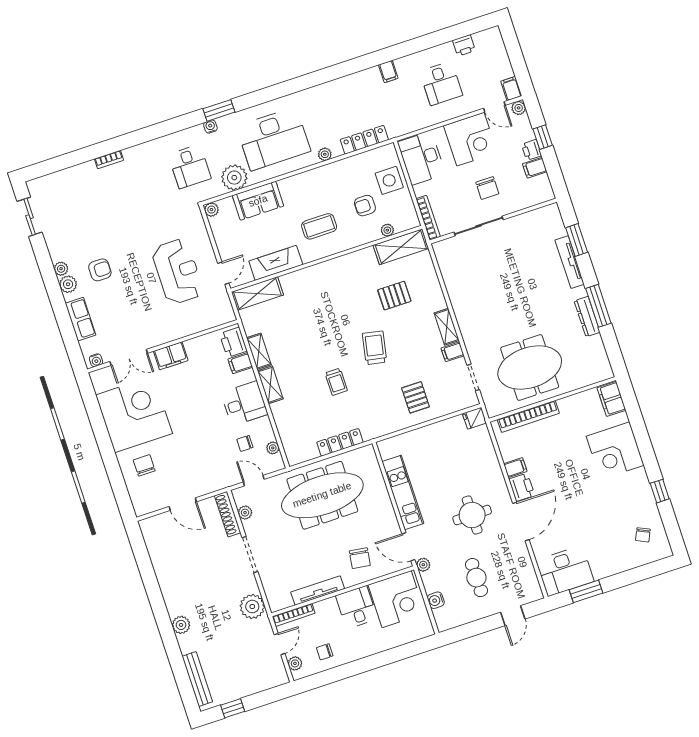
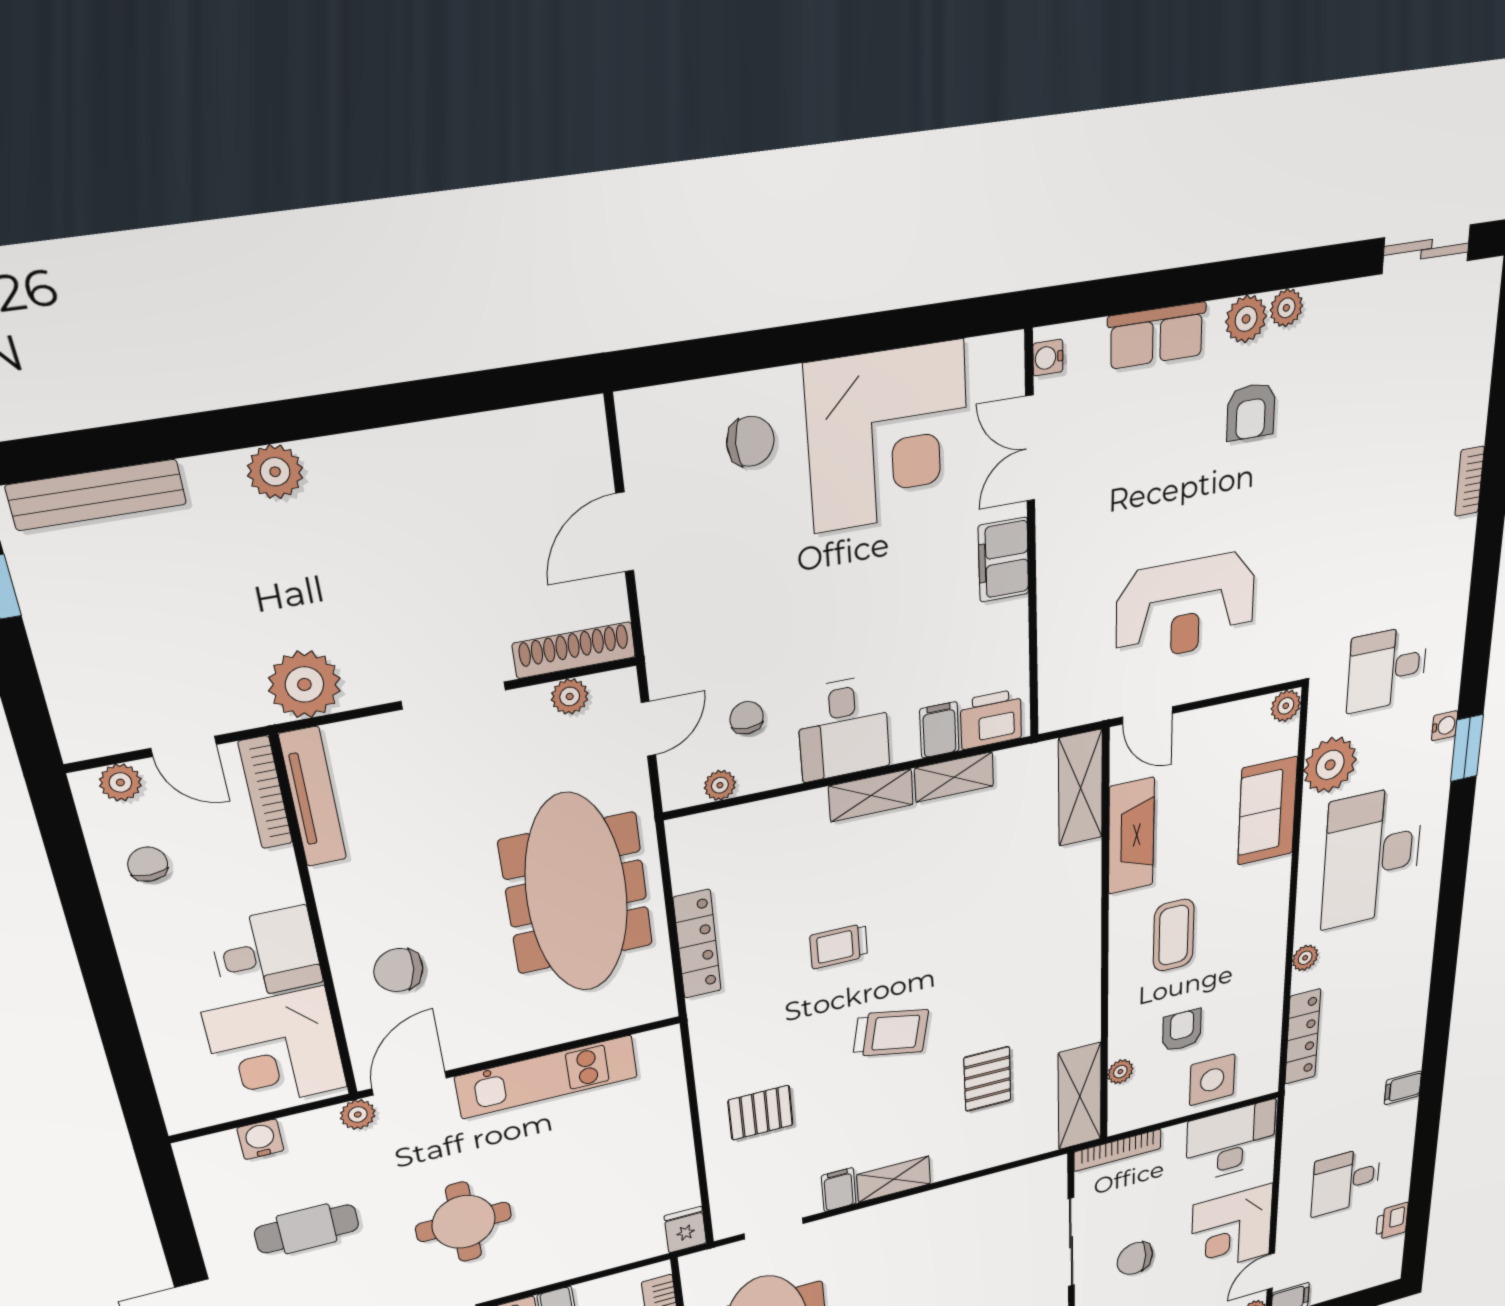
tv unit: (318, 590) -> (313, 797), moved

